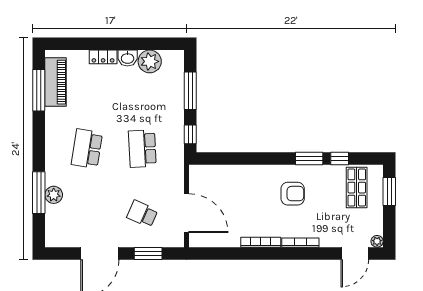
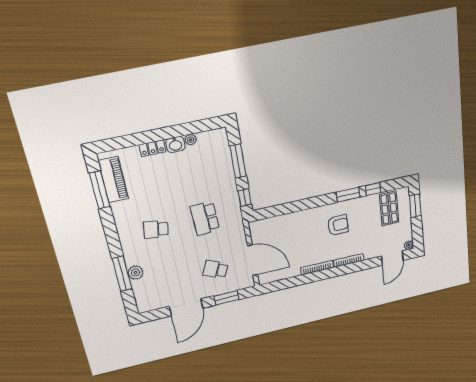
plant: (150, 61) -> (191, 140), width x0.53, depth x0.53
school desk: (87, 149) -> (156, 229), width x0.54

